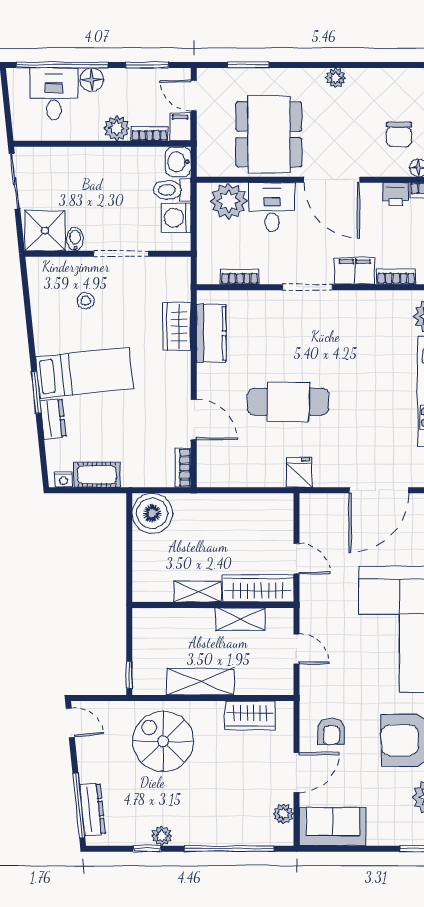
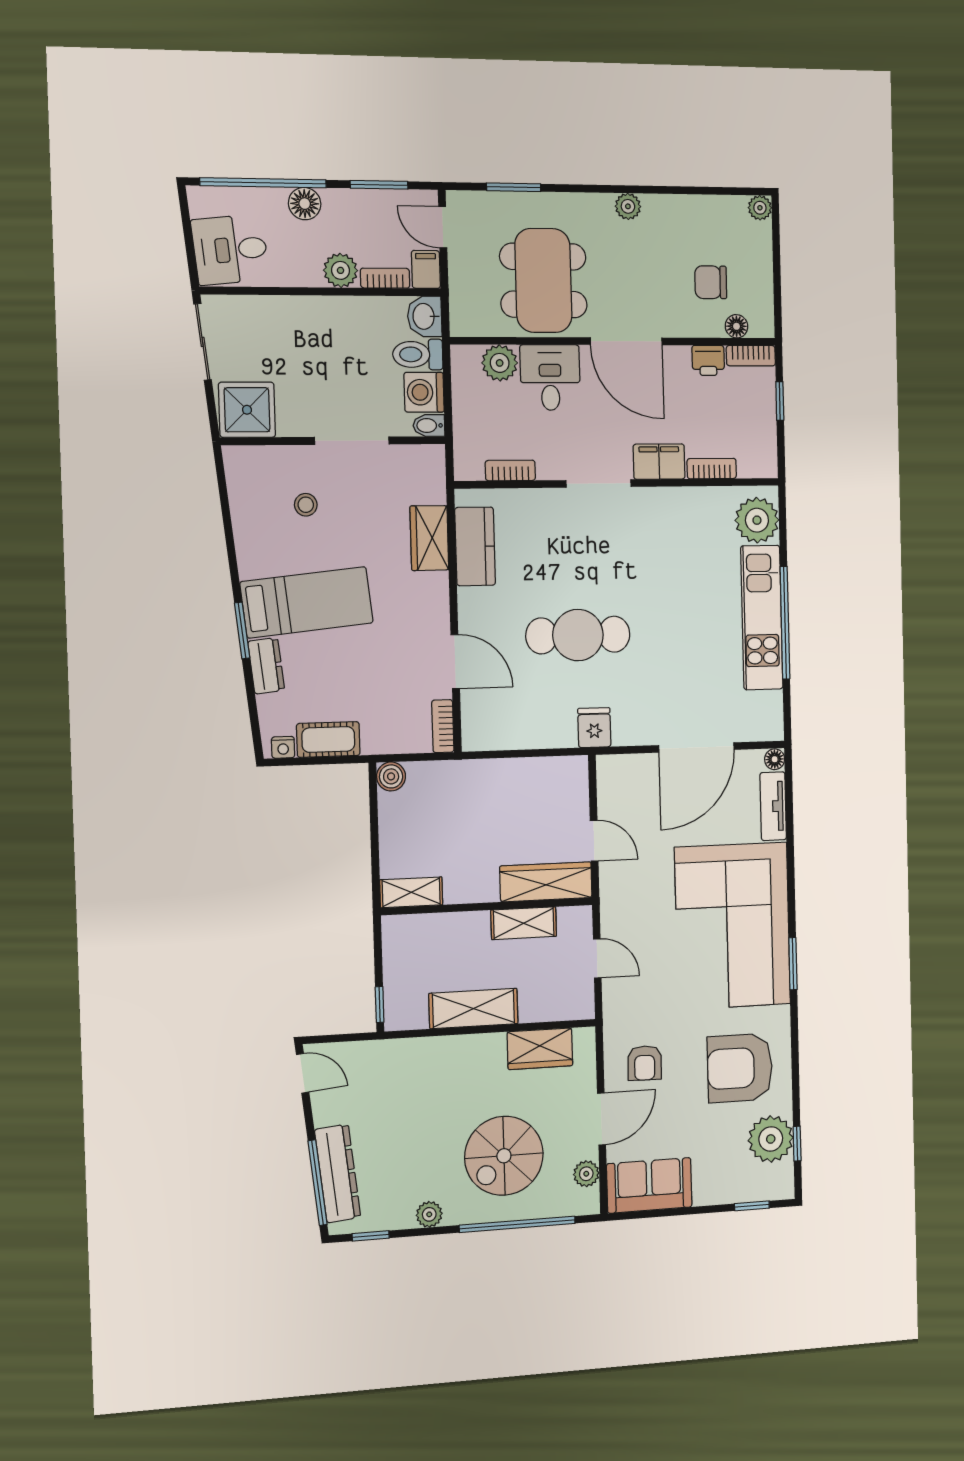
desk: (54, 94) -> (230, 250), moved, turned -96
chair: (399, 134) -> (711, 282), turned 90
plant: (229, 201) -> (500, 363), width x0.73, depth x0.73
bidet: (75, 239) -> (429, 425), moved, turned -90
boiler: (152, 513) -> (391, 776), width x0.54, depth x0.54
shelving: (198, 592) -> (411, 892), moved
spiral stairs: (163, 741) -> (504, 1156), moved, turned -90
dresser: (92, 809) -> (338, 1173), width x1.37, depth x1.24
window: (147, 849) -> (371, 1236), moved

